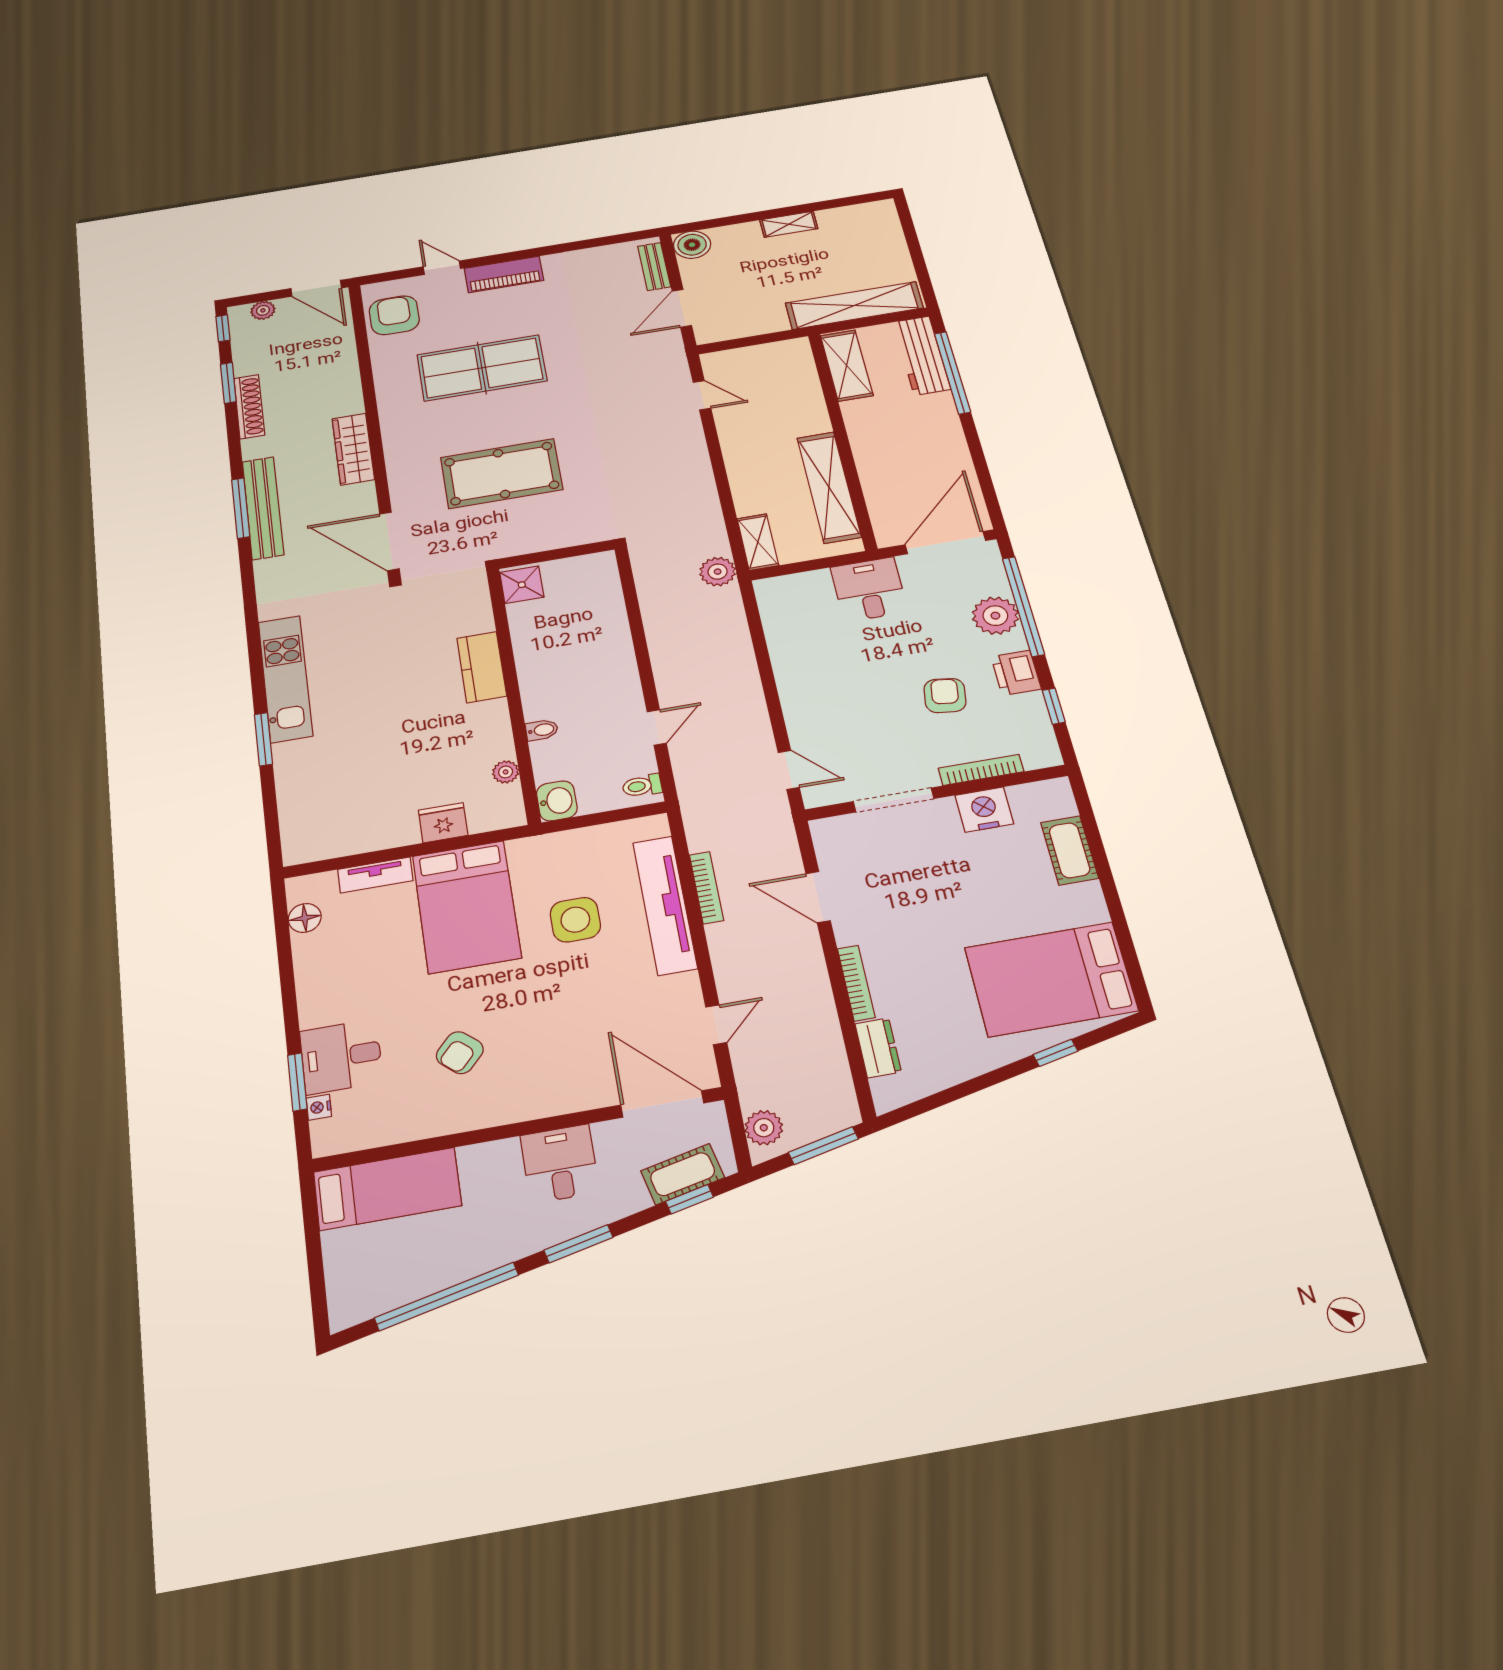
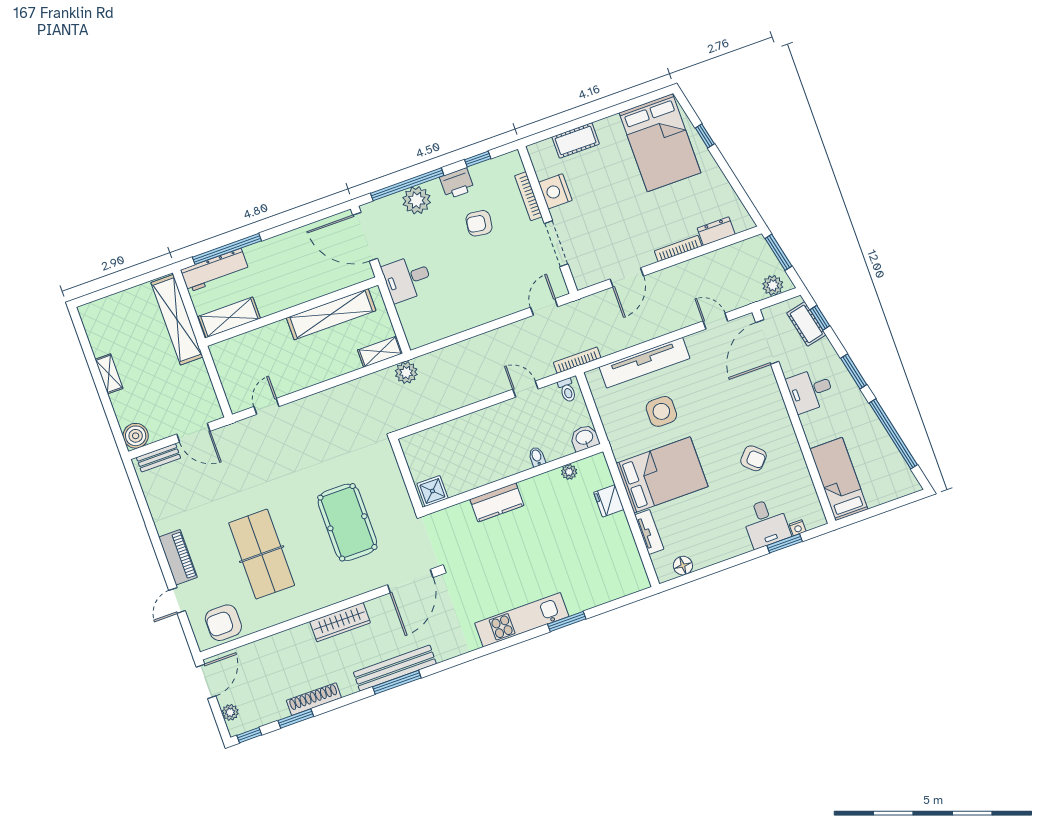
bookcase: (706, 888) -> (577, 360), moved

